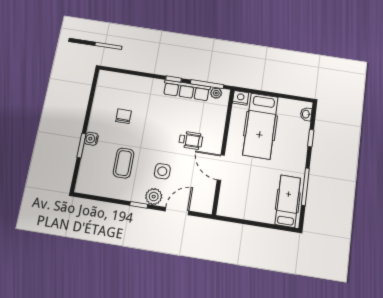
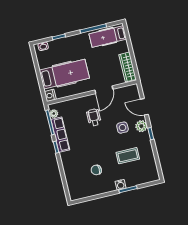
wardrobe: (238, 211) -> (128, 67), added

